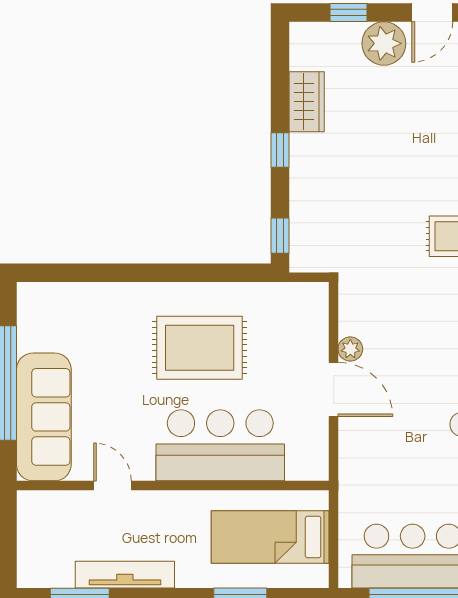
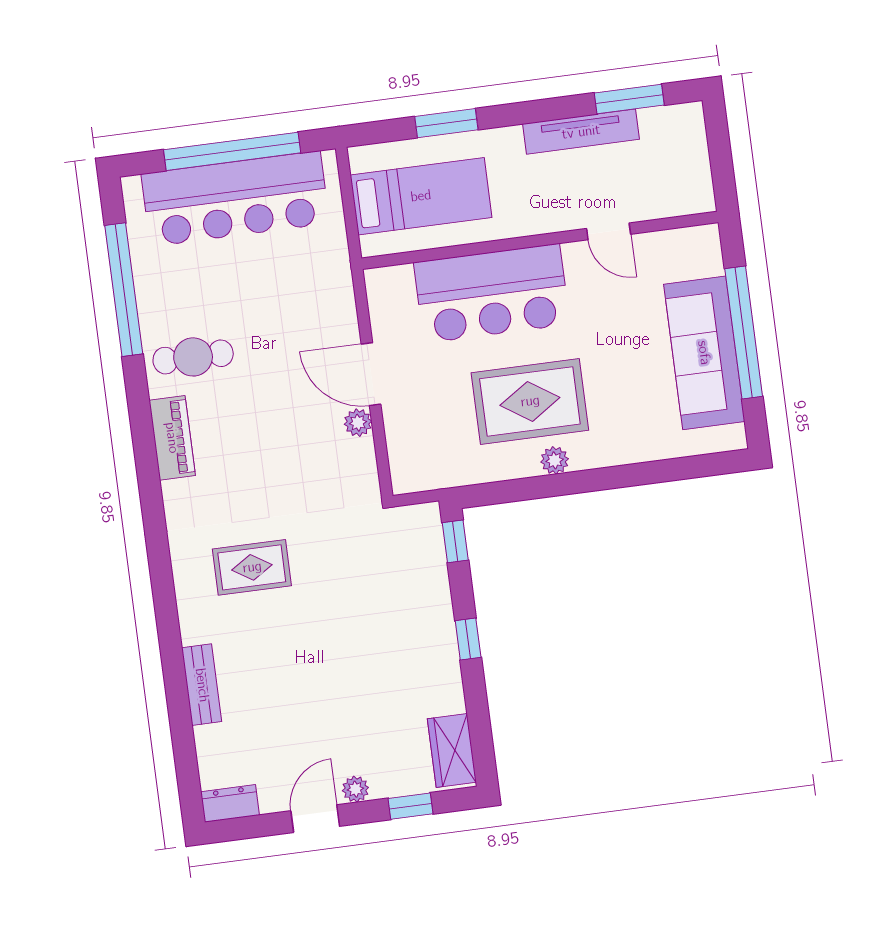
plant: (384, 43) -> (355, 789), width x0.53, depth x0.53
wardrobe: (307, 102) -> (452, 751), moved
plant: (185, 294) -> (555, 460), added
sofa: (44, 417) -> (704, 353), moved

